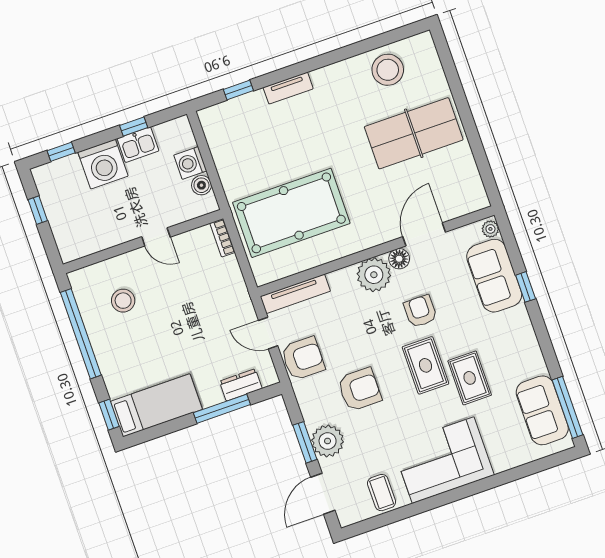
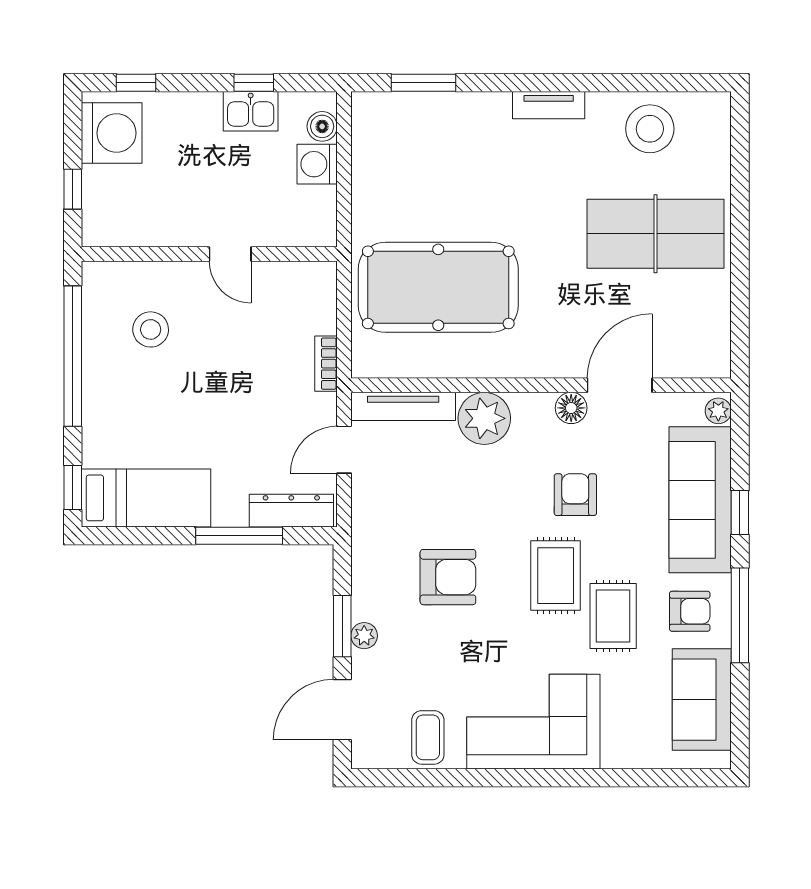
tv unit: (288, 88) -> (549, 105), moved
window: (238, 90) -> (424, 83), width x1.50
washing machine: (103, 164) -> (112, 133), moved, turned -90
boiler: (201, 185) -> (322, 126), moved
window: (38, 210) -> (73, 189), moved
bookcase: (222, 238) -> (326, 364), moved
plant: (374, 275) -> (484, 418), moved
sofa: (494, 276) -> (700, 500), width x1.36
door: (268, 333) -> (344, 450), hinge flipped
armchair: (303, 358) -> (690, 611), moved, width x0.72, depth x0.72
dresser: (241, 385) -> (291, 511), width x1.44
window: (568, 407) -> (740, 615), moved
plant: (328, 441) -> (364, 636), width x0.53, depth x0.53

